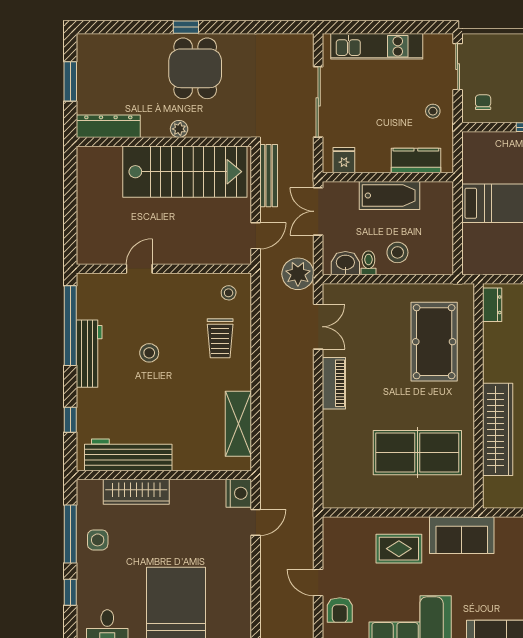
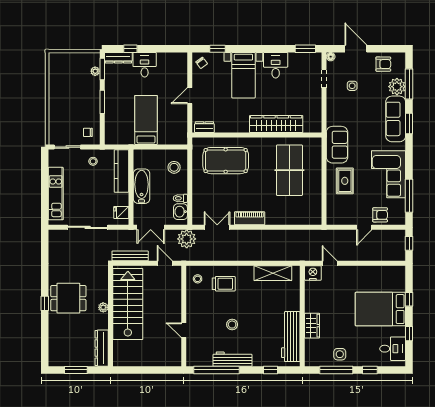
kitchen counter: (416, 161) -> (121, 171), width x1.50
stool: (397, 252) -> (174, 167), moved
wardrobe: (136, 492) -> (312, 326), width x0.67

